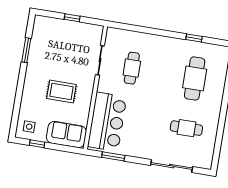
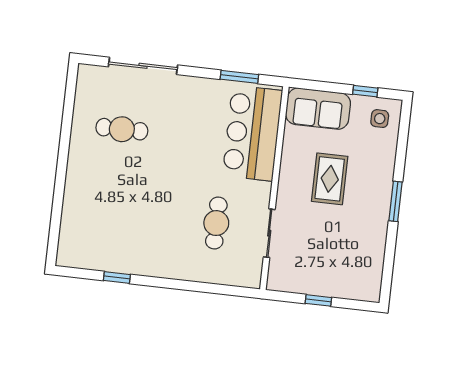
window: (26, 50) -> (396, 201), moved
cafe table: (195, 79) -> (113, 211), removed
rug: (61, 92) -> (330, 179), turned 90

